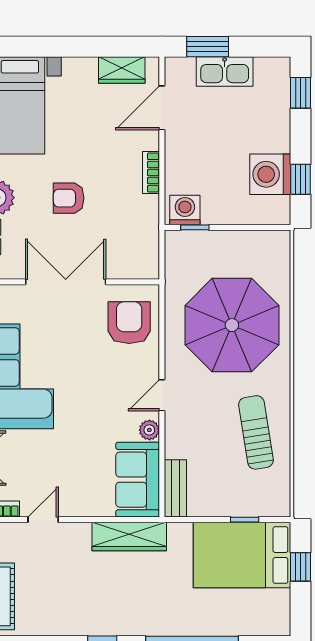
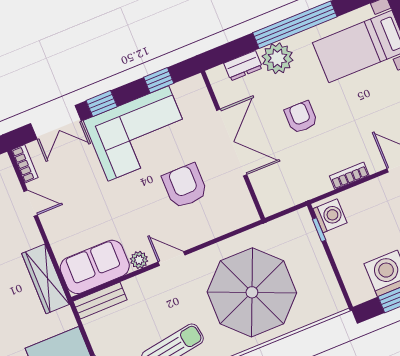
armchair: (129, 323) -> (185, 186), moved, turned -90

